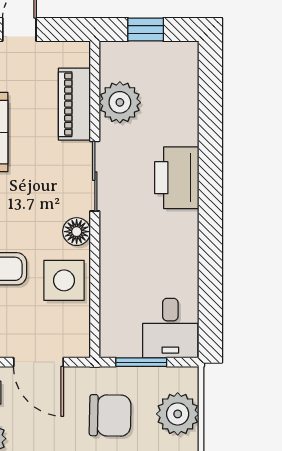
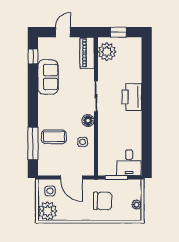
plant: (120, 102) -> (107, 52), moved
piano: (74, 104) -> (87, 53), moved
side table: (64, 280) -> (83, 142), width x0.54, depth x0.54
plant: (178, 414) -> (137, 205), width x0.53, depth x0.53

